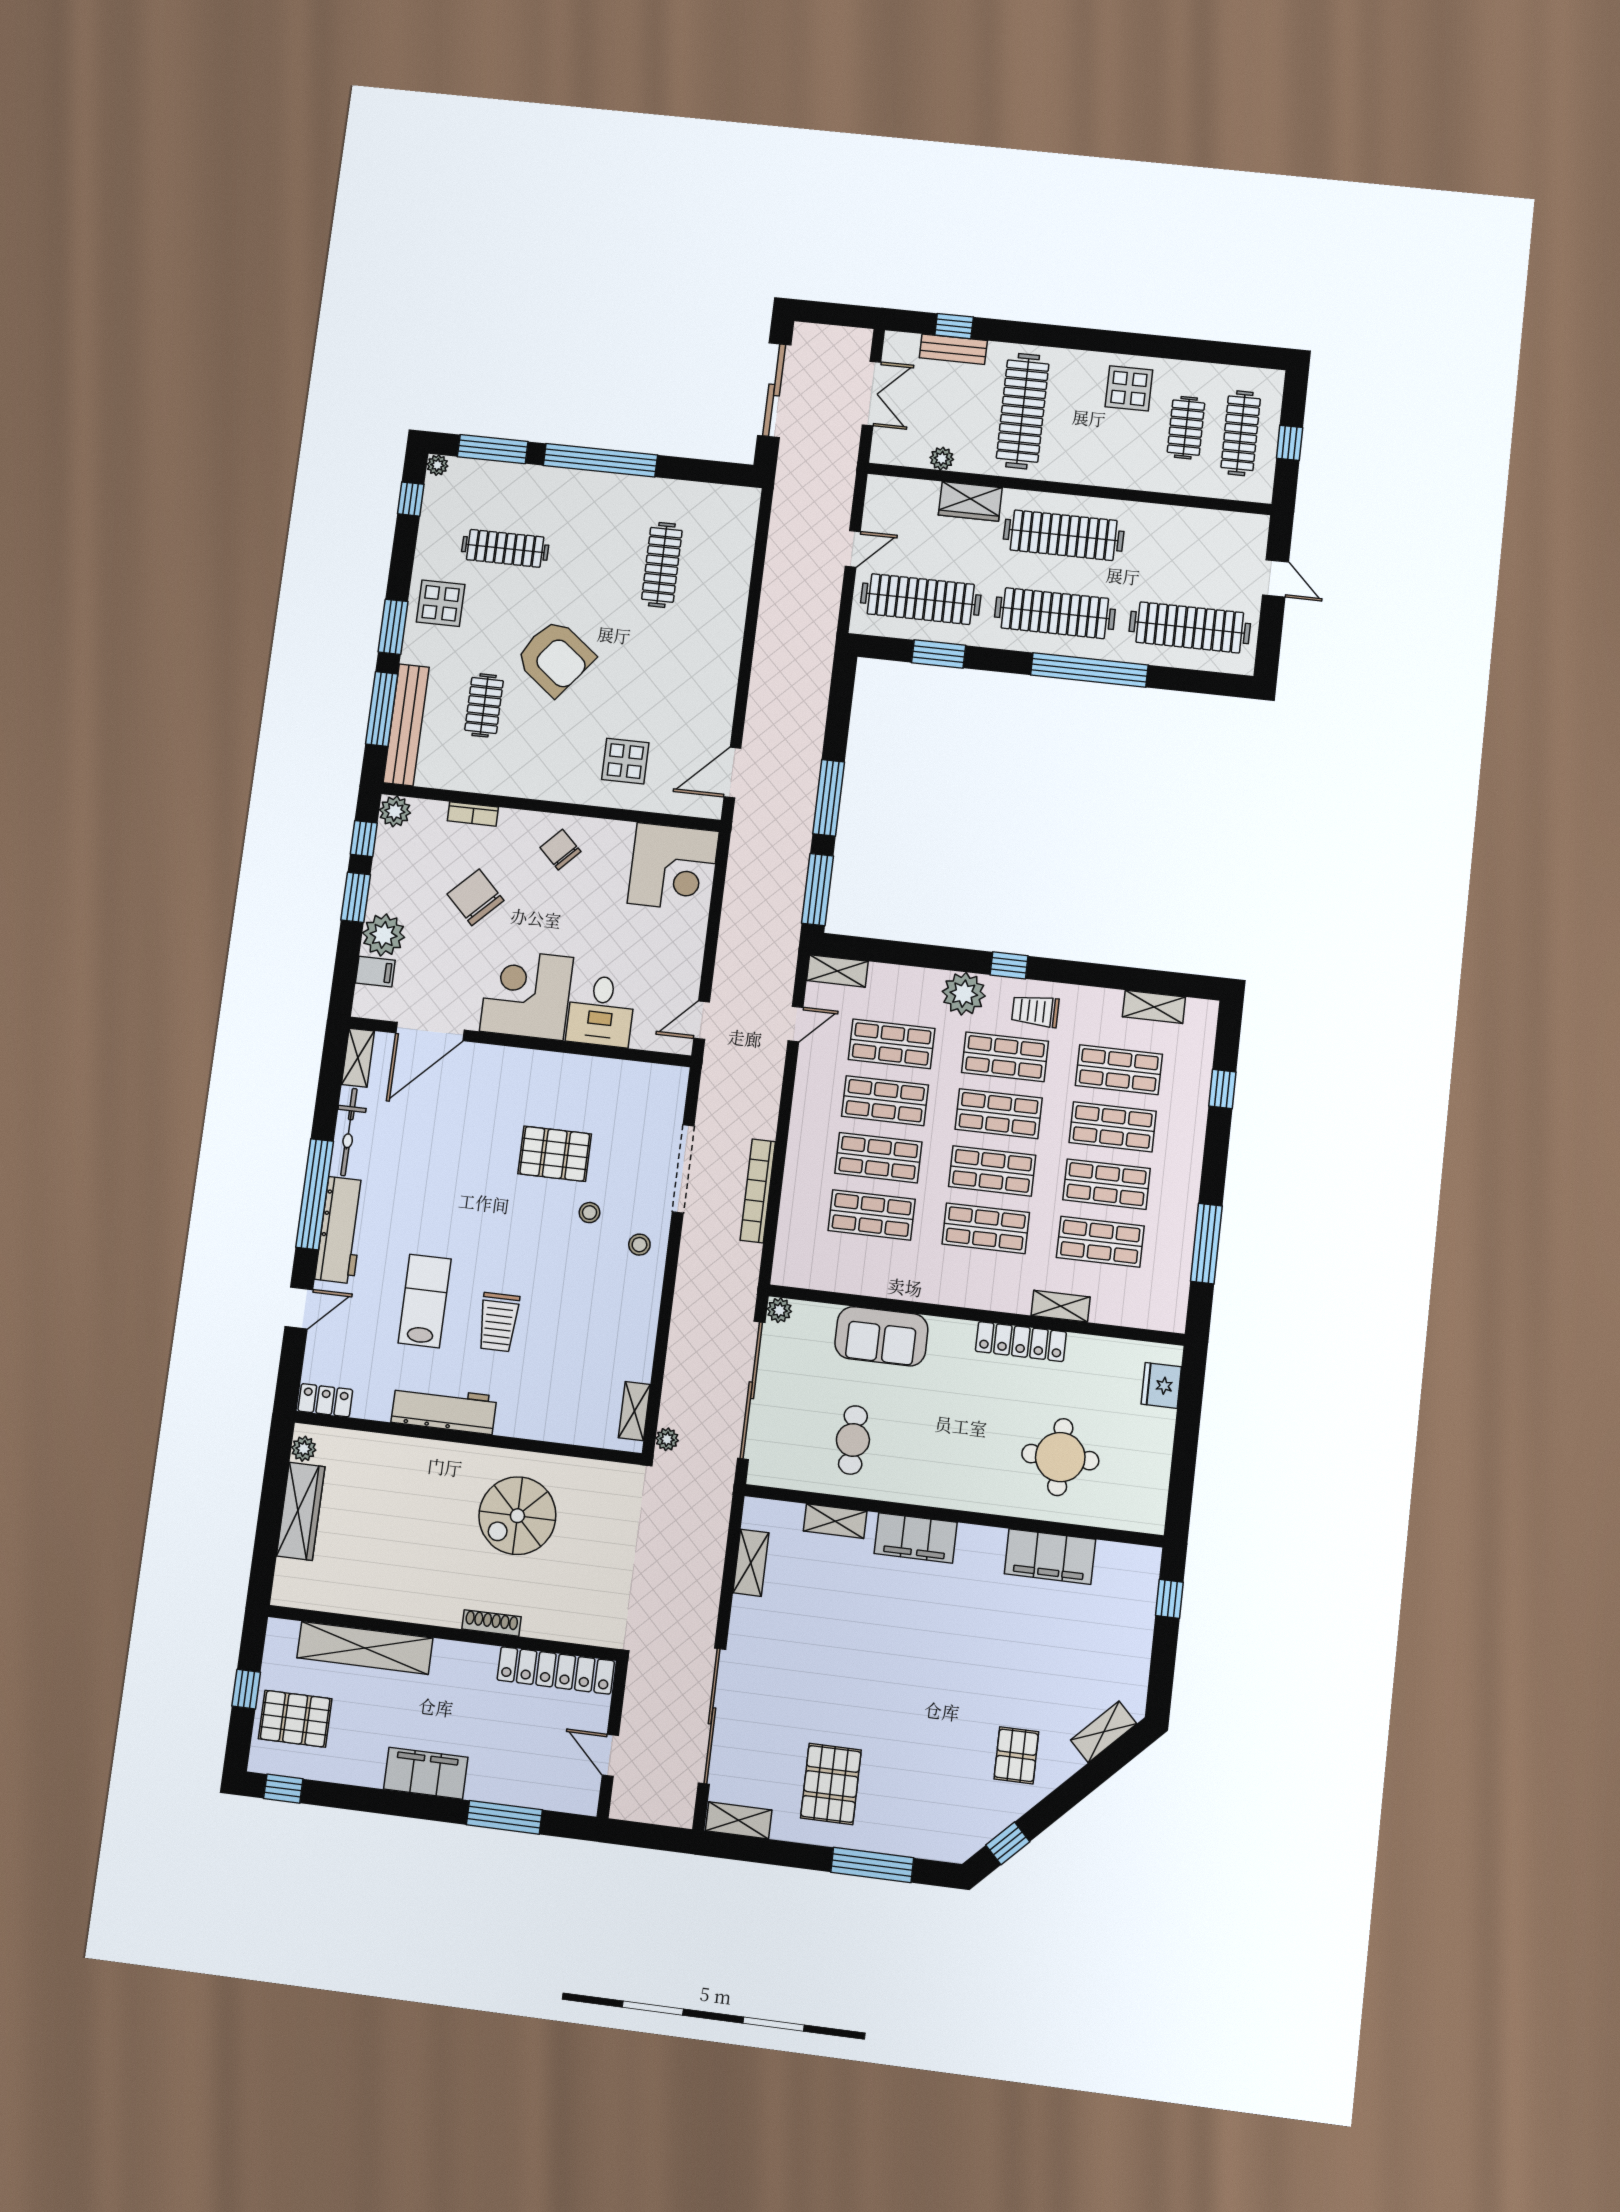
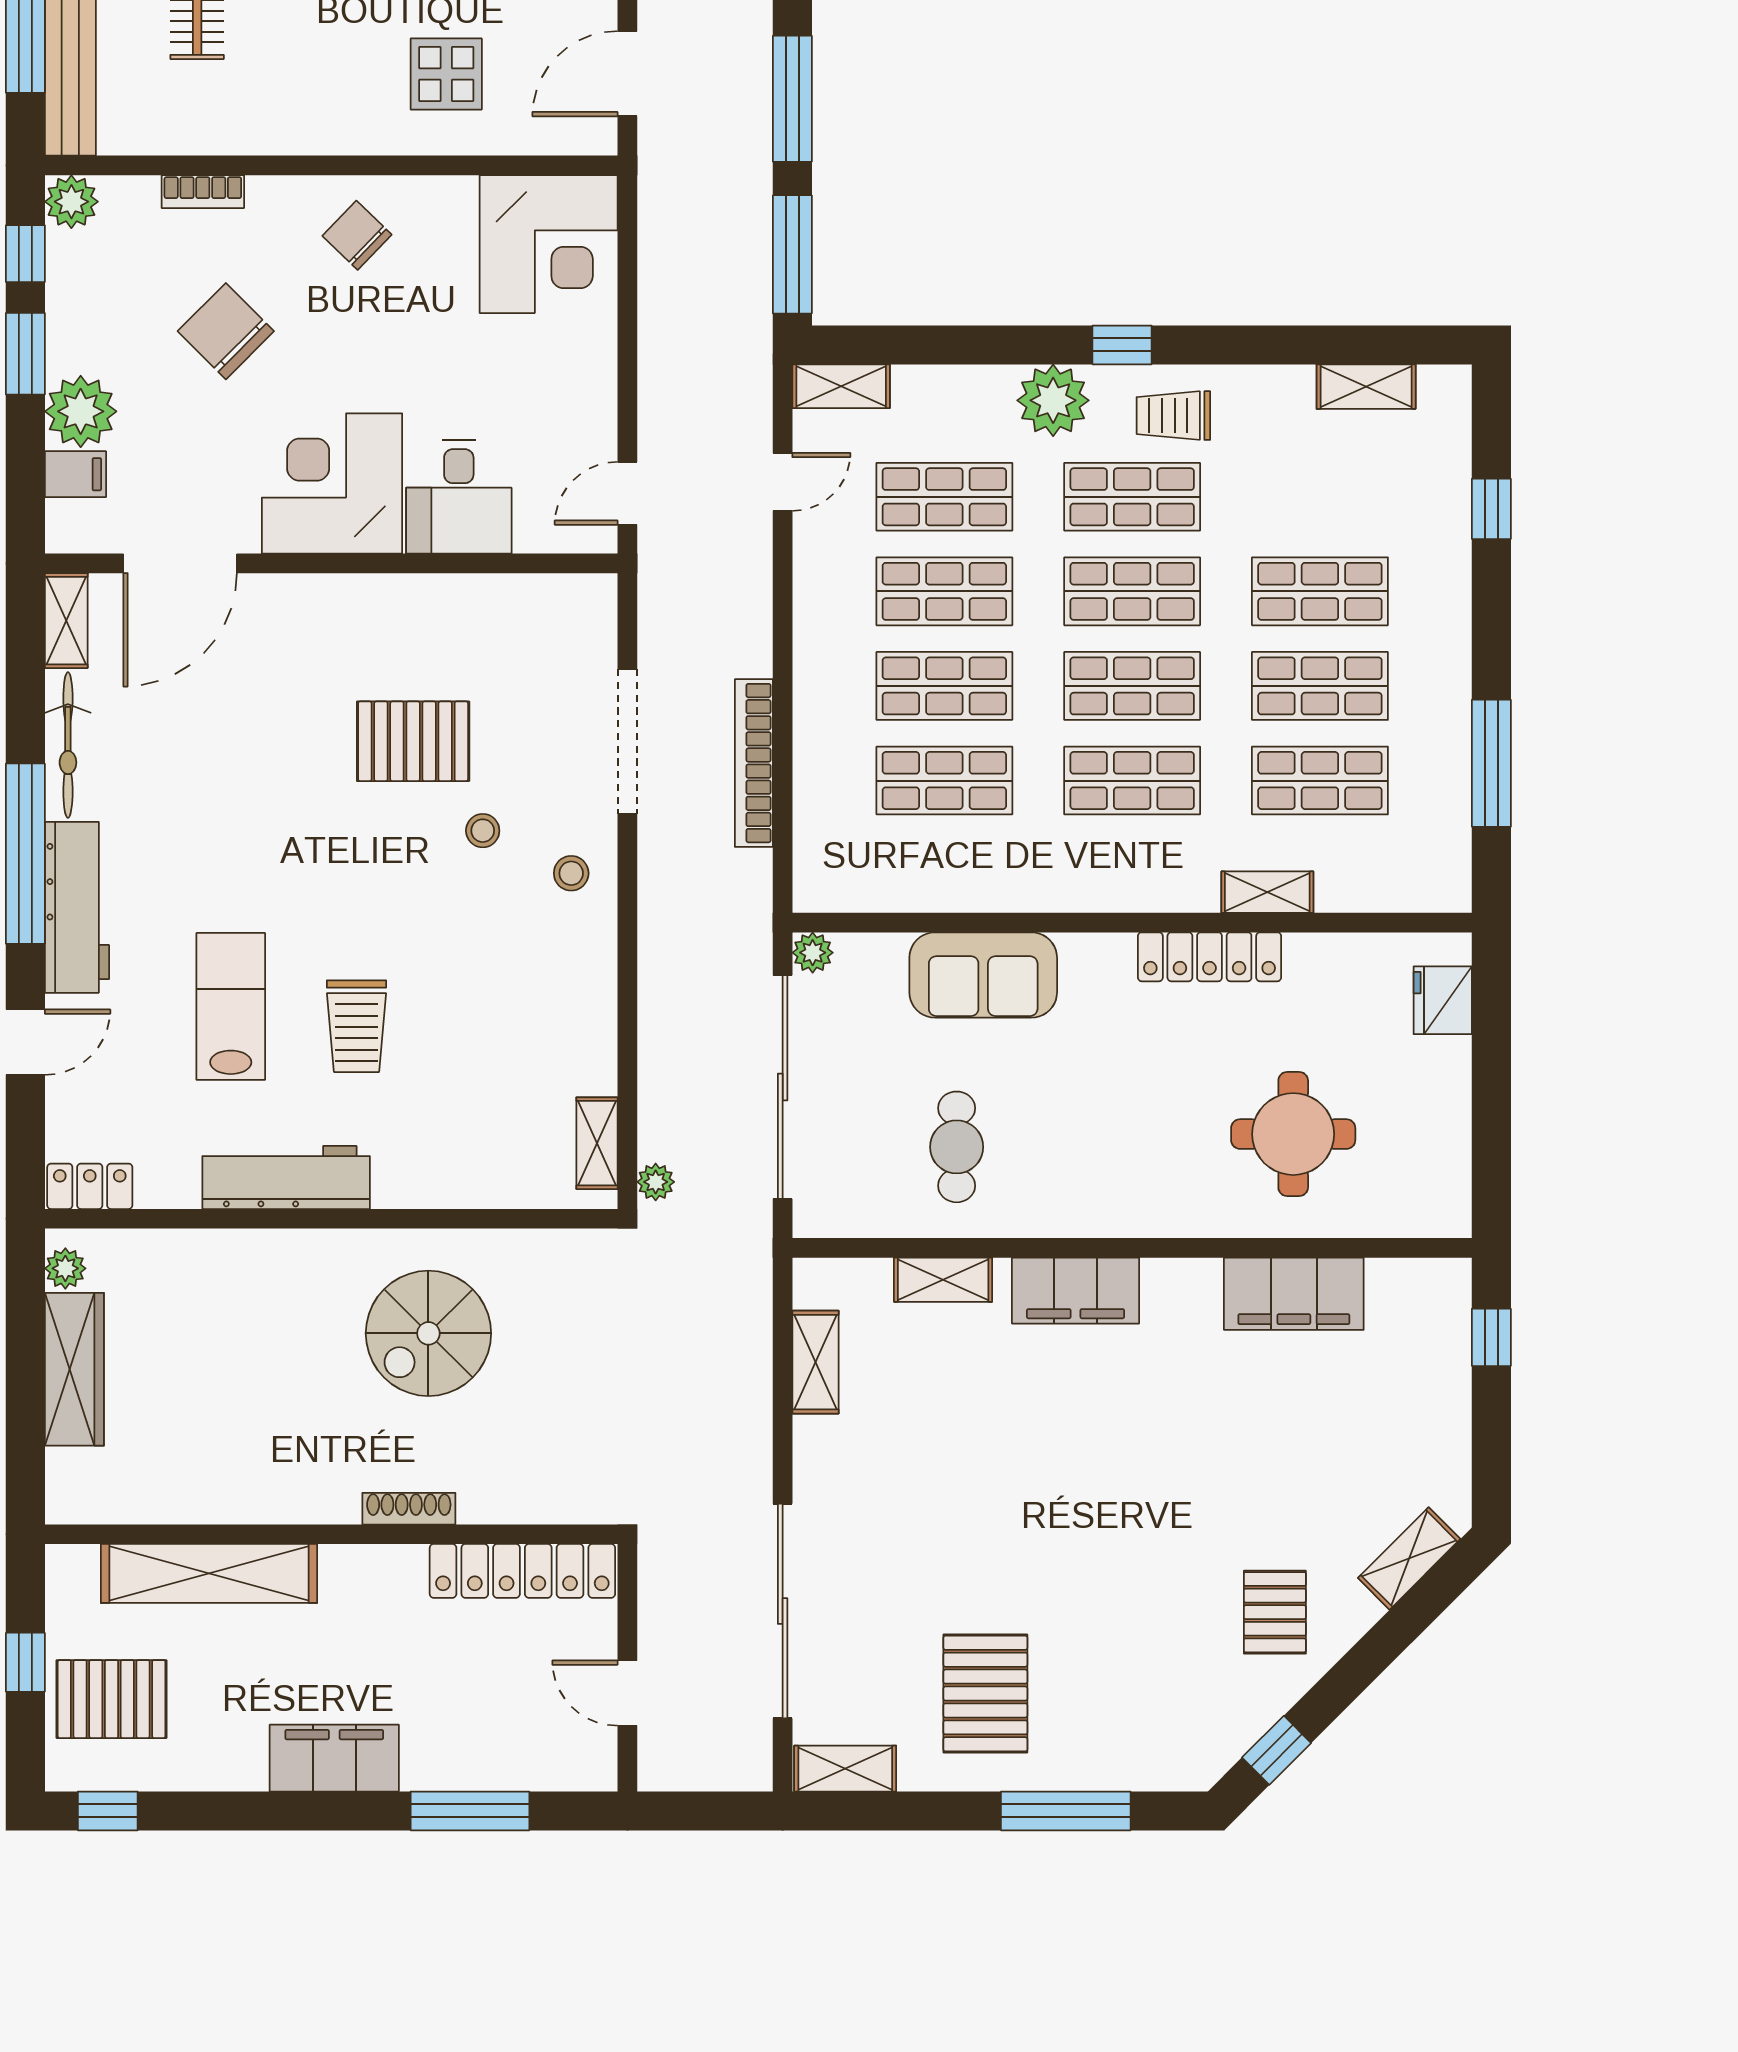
shop shelf: (1119, 1070) -> (1320, 497), removed

